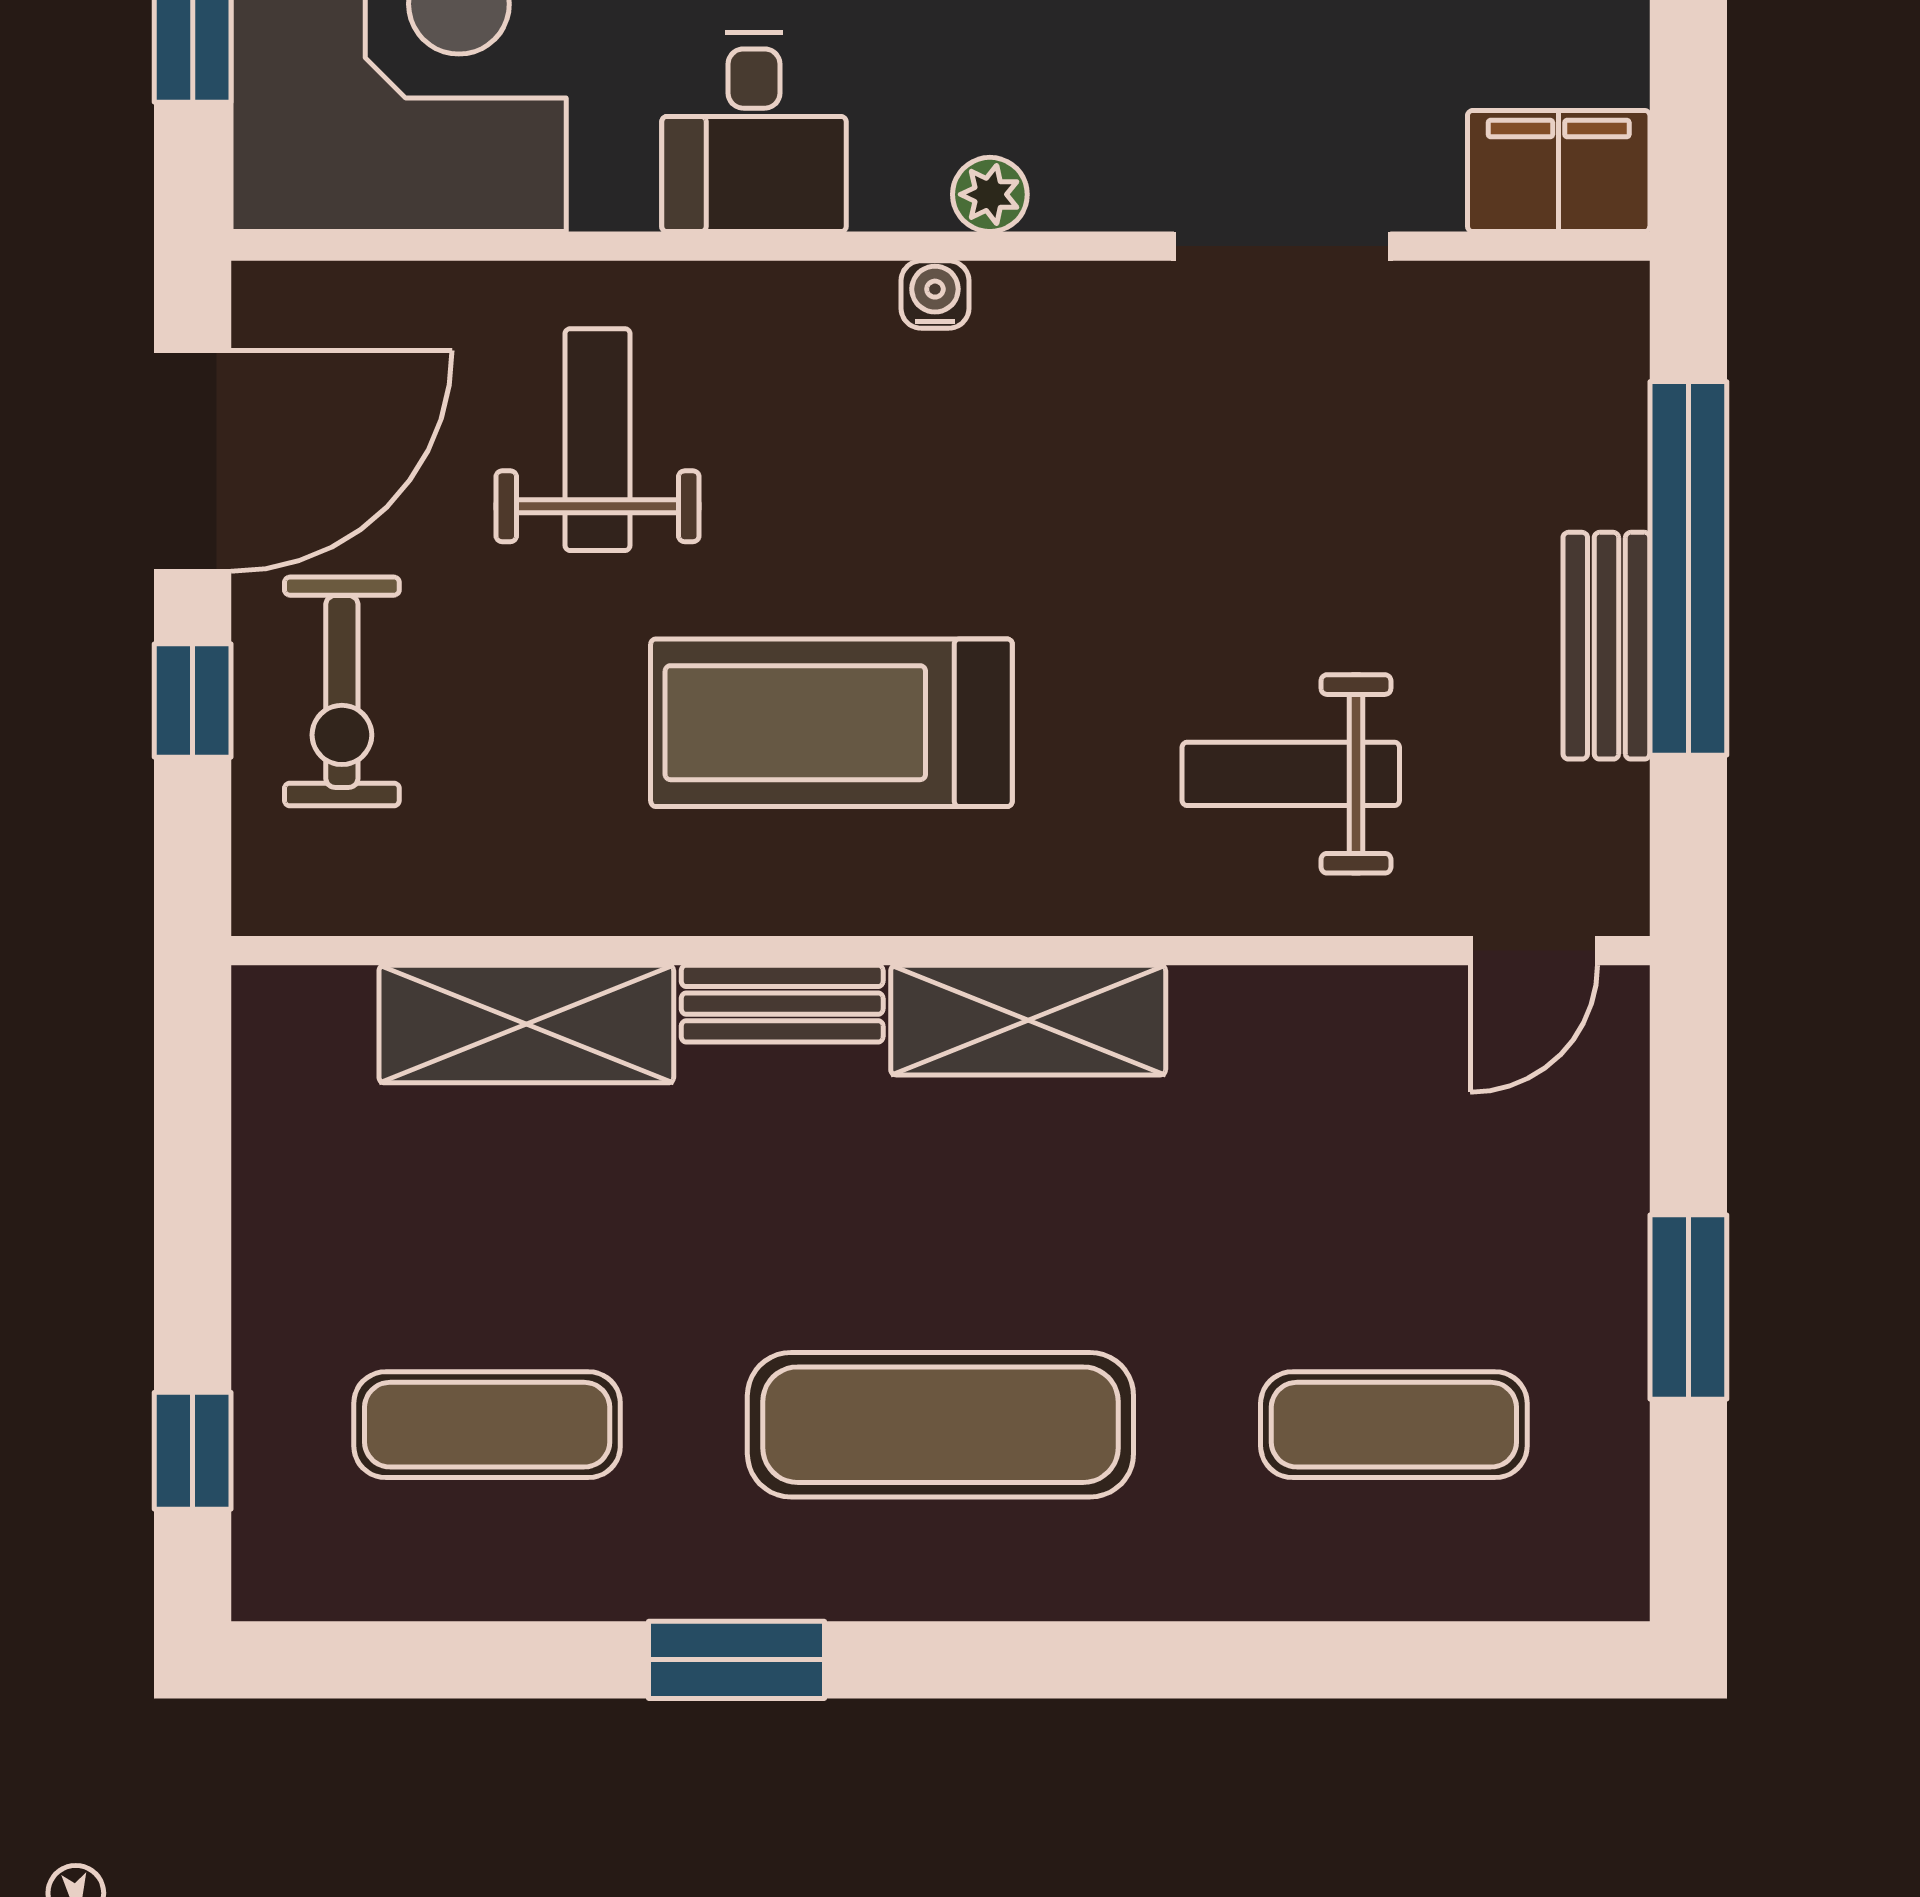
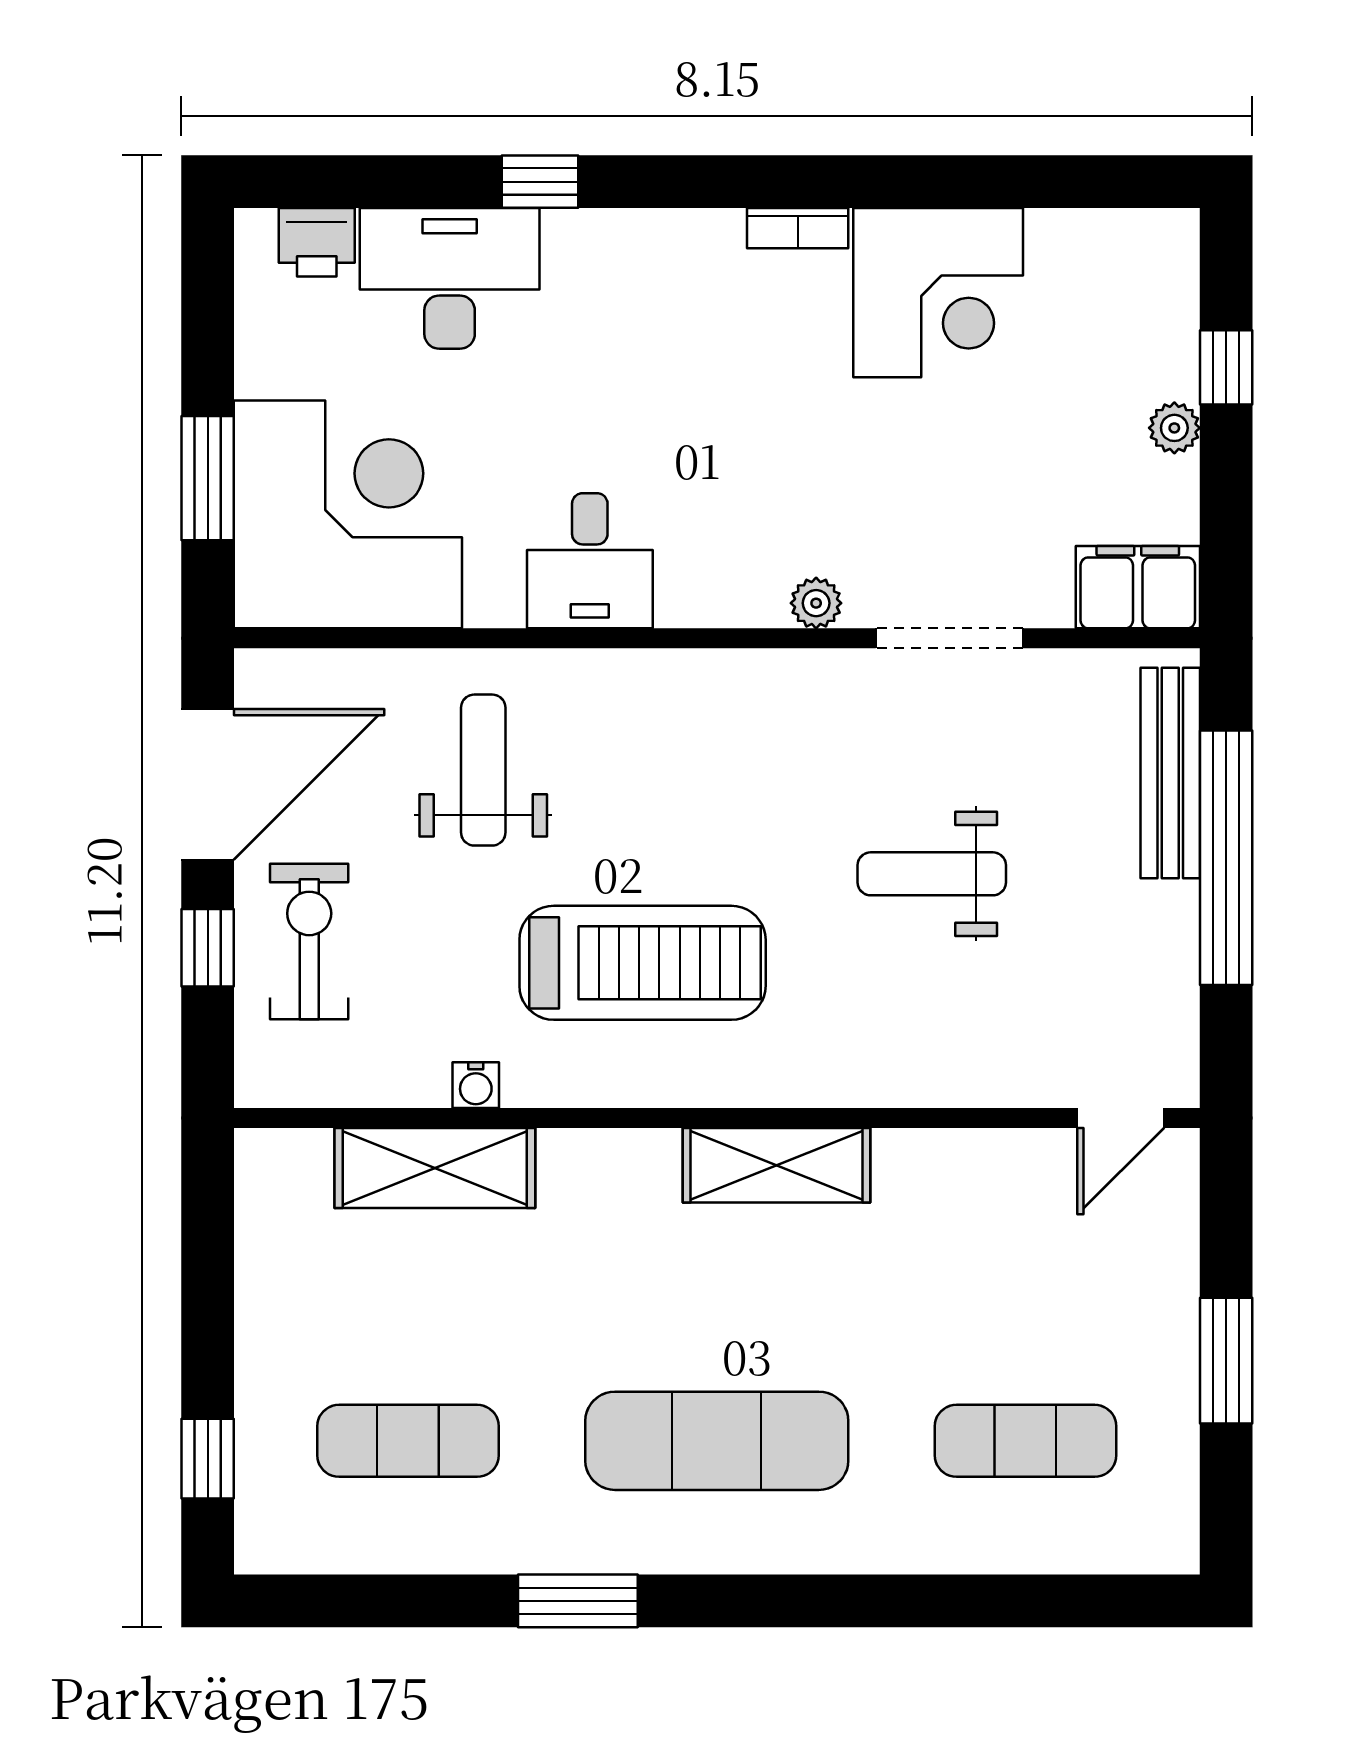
plant: (990, 194) -> (816, 603), moved
water cooler: (935, 295) -> (476, 1085), moved, turned 180
bench: (1606, 646) -> (1170, 773), moved, width x1.36
exercise bike: (342, 691) -> (309, 942), turned 180
treadmill: (831, 723) -> (643, 963), turned 180
weight bench: (1291, 774) -> (932, 874), moved
bench: (782, 1004) -> (609, 1154), removed

